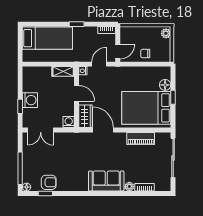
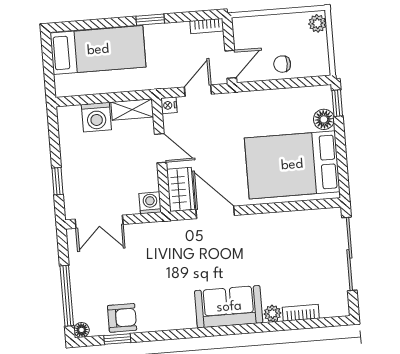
window: (173, 97) -> (337, 103), moved
washing machine: (30, 100) -> (96, 117), moved, turned 90
piano: (141, 138) -> (286, 223), removed

